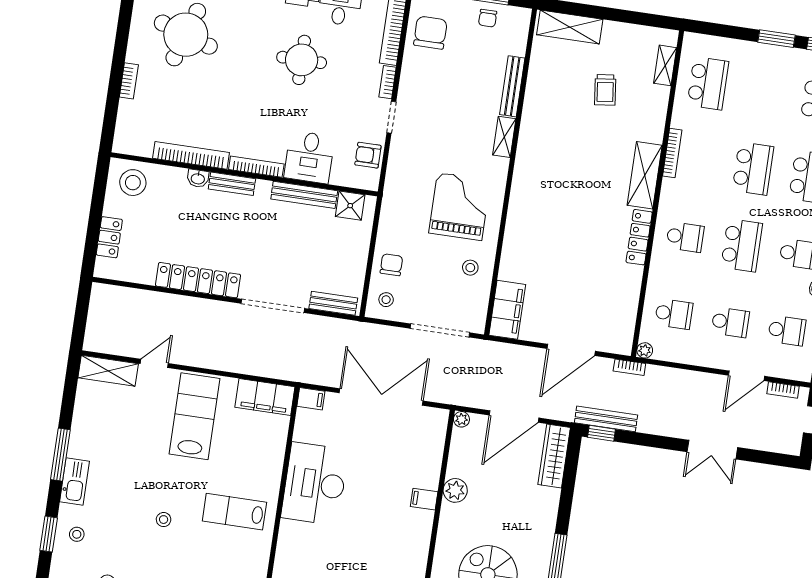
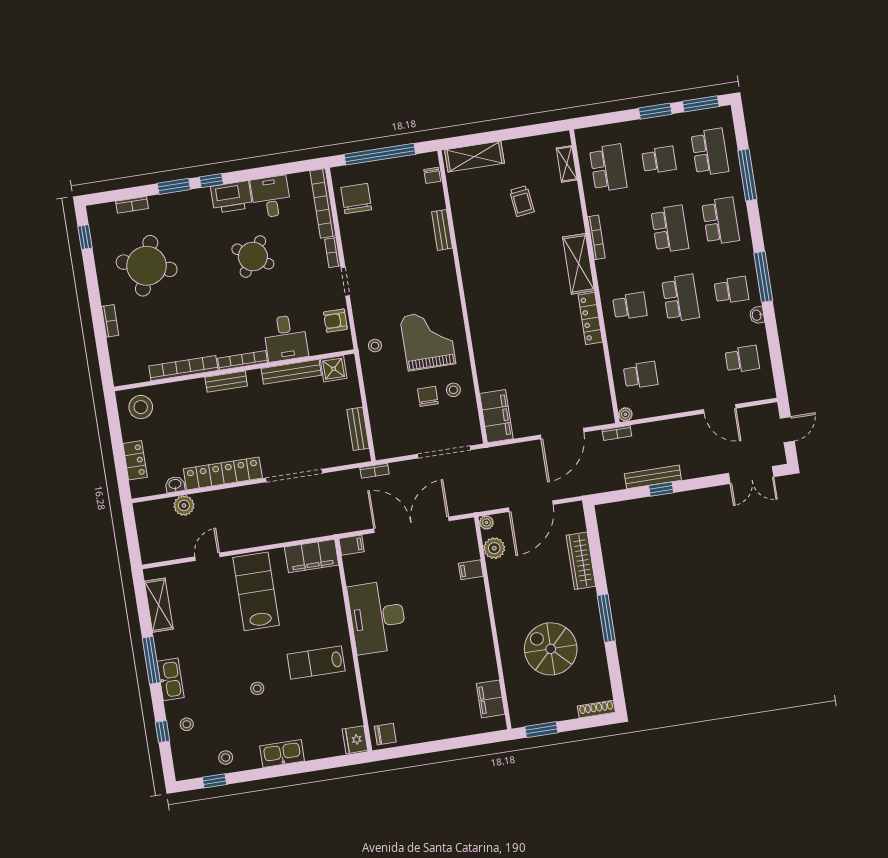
chair: (488, 18) -> (432, 175), moved
round table: (302, 60) -> (253, 257), turned 34
bench: (512, 86) -> (442, 230), width x0.73
shelving: (504, 137) -> (448, 268), removed
washbasin: (198, 178) -> (175, 484), moved, turned 180
chair: (391, 265) -> (428, 396), moved
stool: (386, 300) -> (375, 346), moved
plant: (146, 301) -> (184, 505), added
bench: (333, 303) -> (358, 429), moved, turned 90
school desk: (730, 322) -> (659, 160), moved
shelving: (108, 371) -> (159, 605), moved, turned 90
door: (747, 376) -> (720, 409), hinge flipped
bookcase: (783, 390) -> (375, 471), moved
bench: (606, 419) -> (653, 477), moved
window: (602, 433) -> (661, 489), moved
double door: (712, 450) -> (751, 475), moved
wardrobe: (554, 456) -> (581, 561), moved
plant: (455, 490) -> (494, 548), moved
filing cabinet: (424, 499) -> (471, 570), moved
window: (49, 534) -> (162, 732), width x0.67

